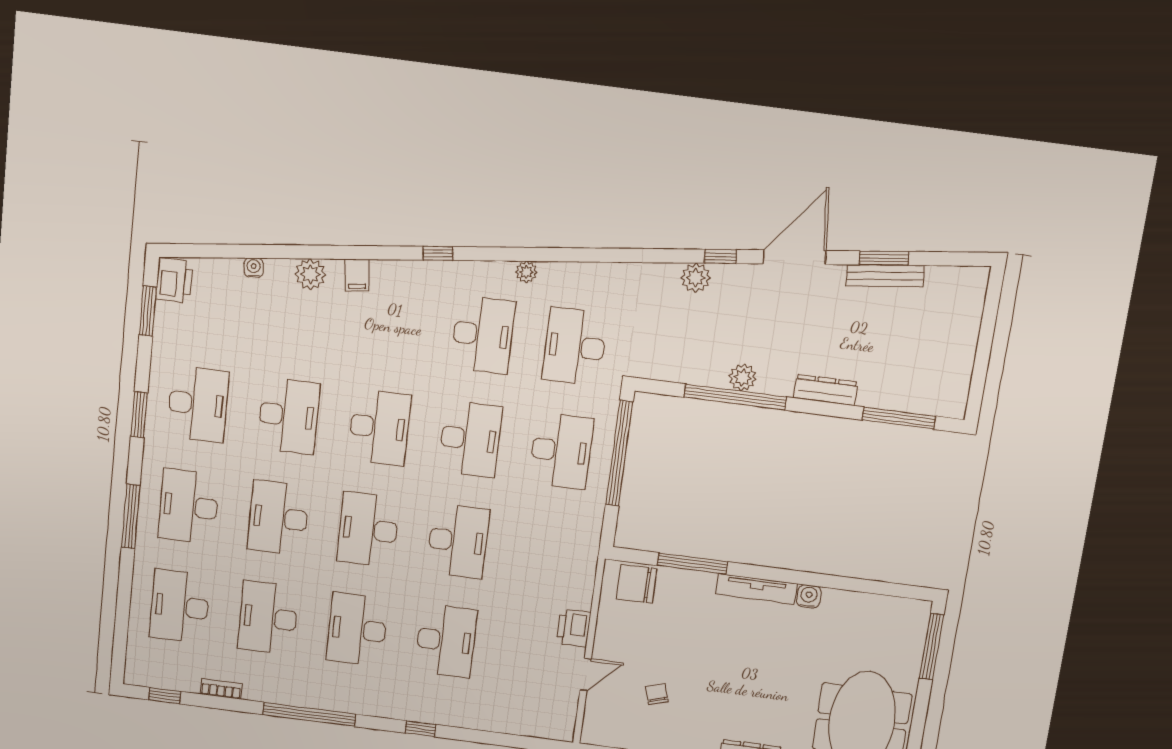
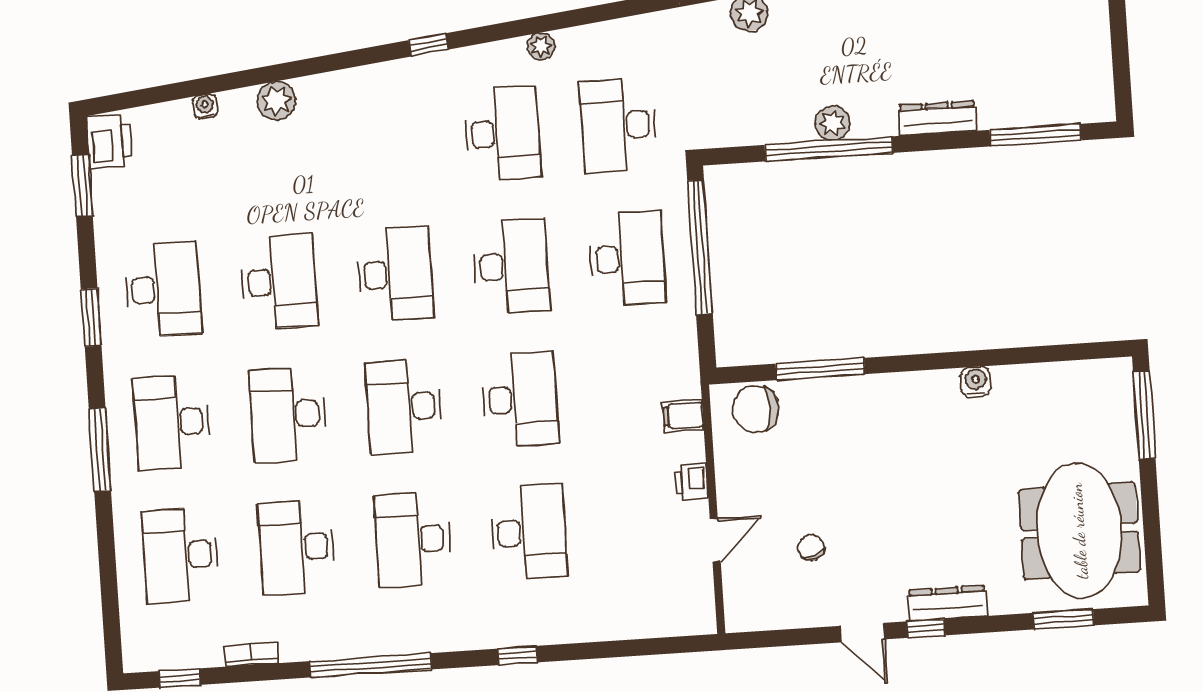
filing cabinet: (357, 275) -> (683, 416), moved, turned 97
tv unit: (756, 589) -> (907, 385), removed
printer: (574, 628) -> (691, 482), width x0.73, depth x0.81

